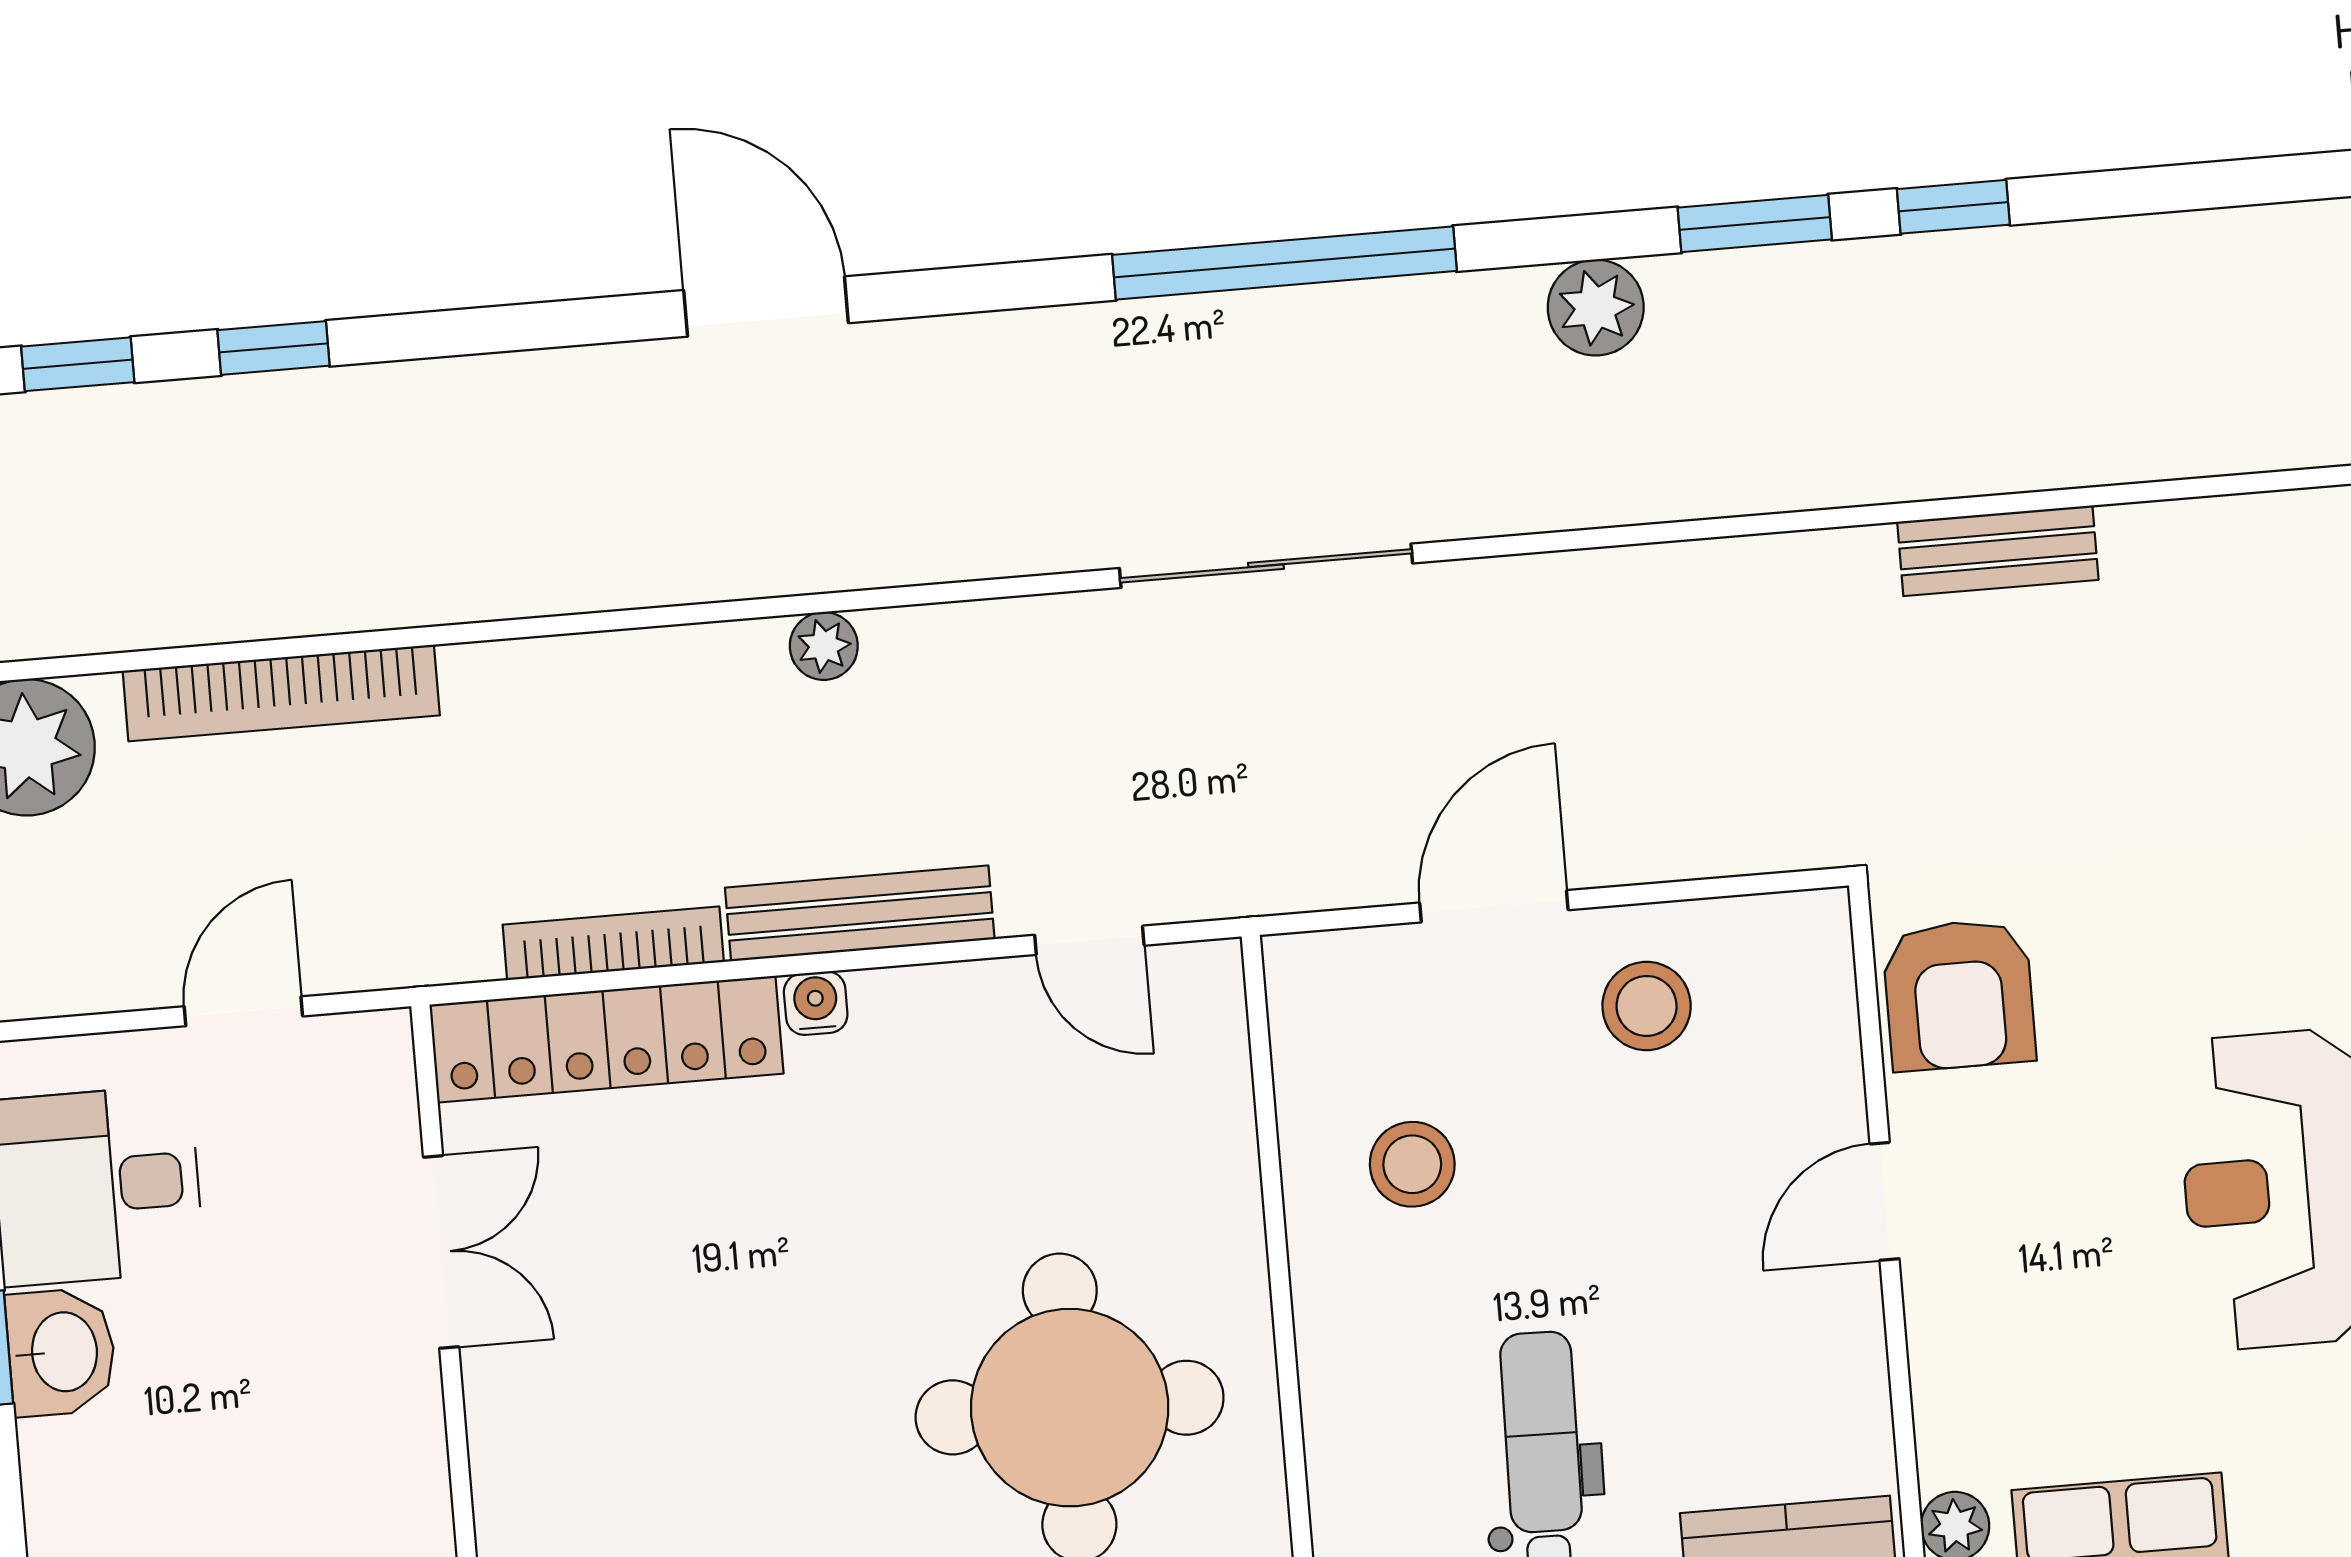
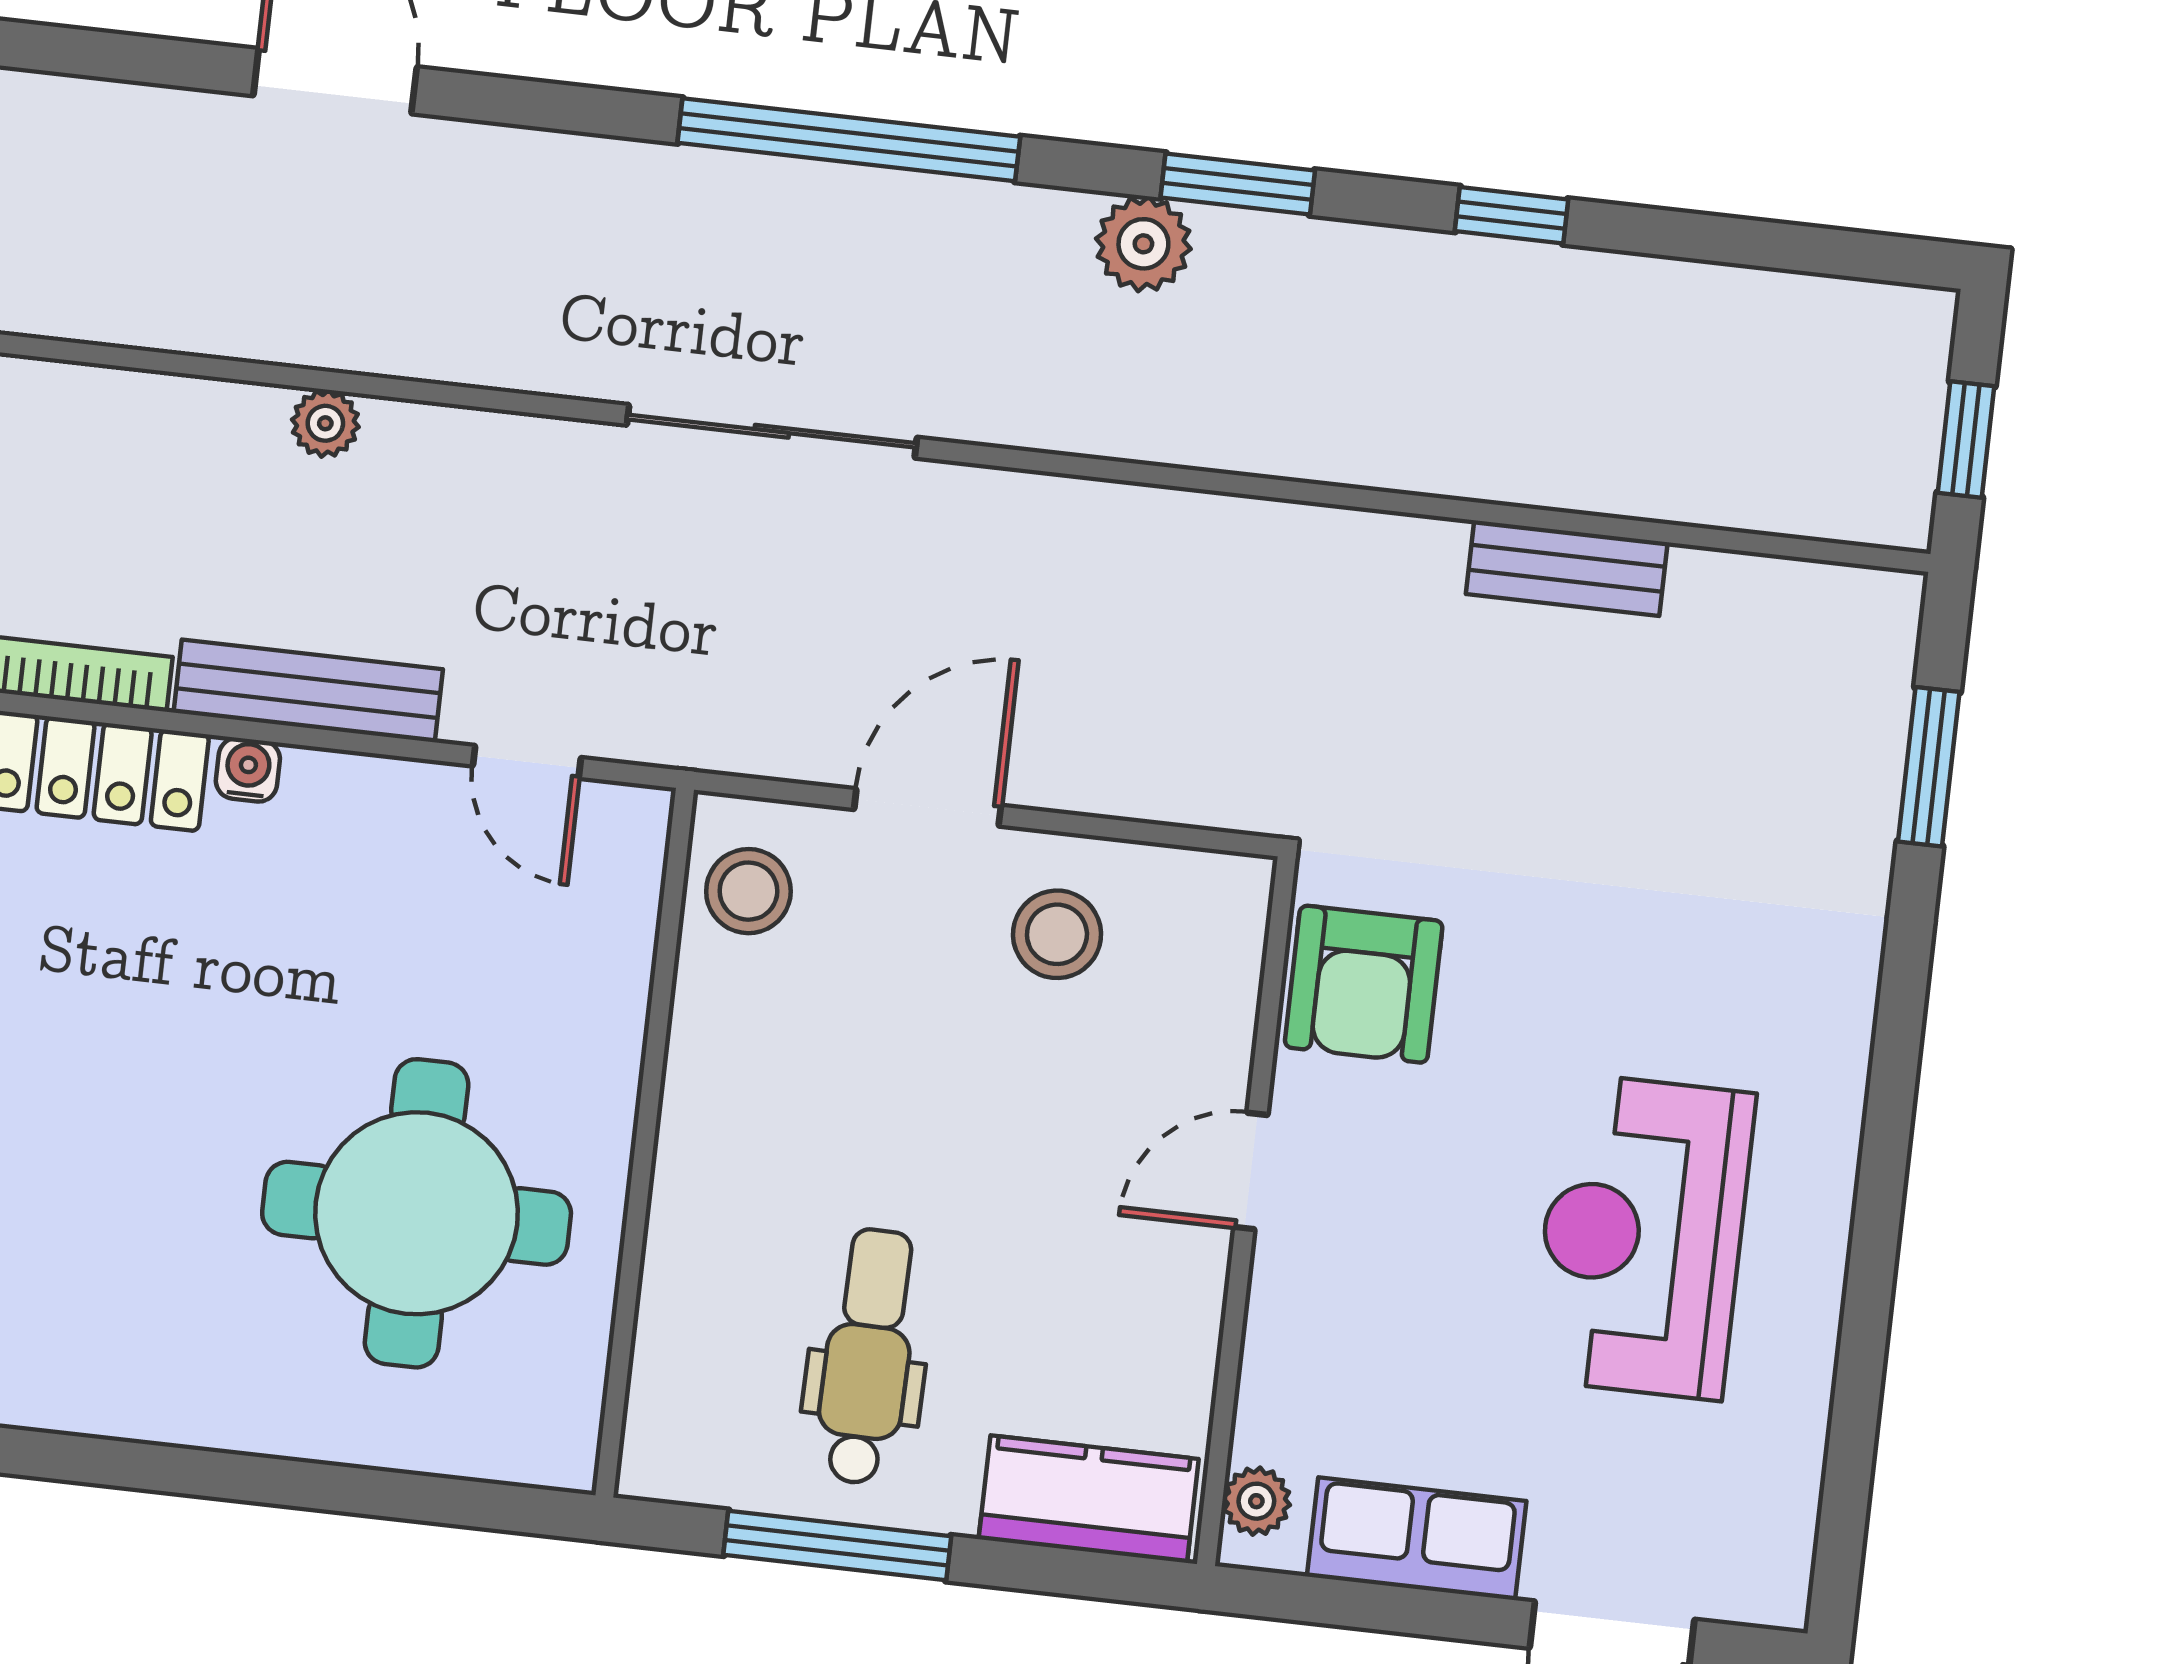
window: (1755, 223) -> (1238, 184), moved
bench: (1998, 551) -> (1567, 568), moved
stool: (1412, 1164) -> (748, 891), moved

